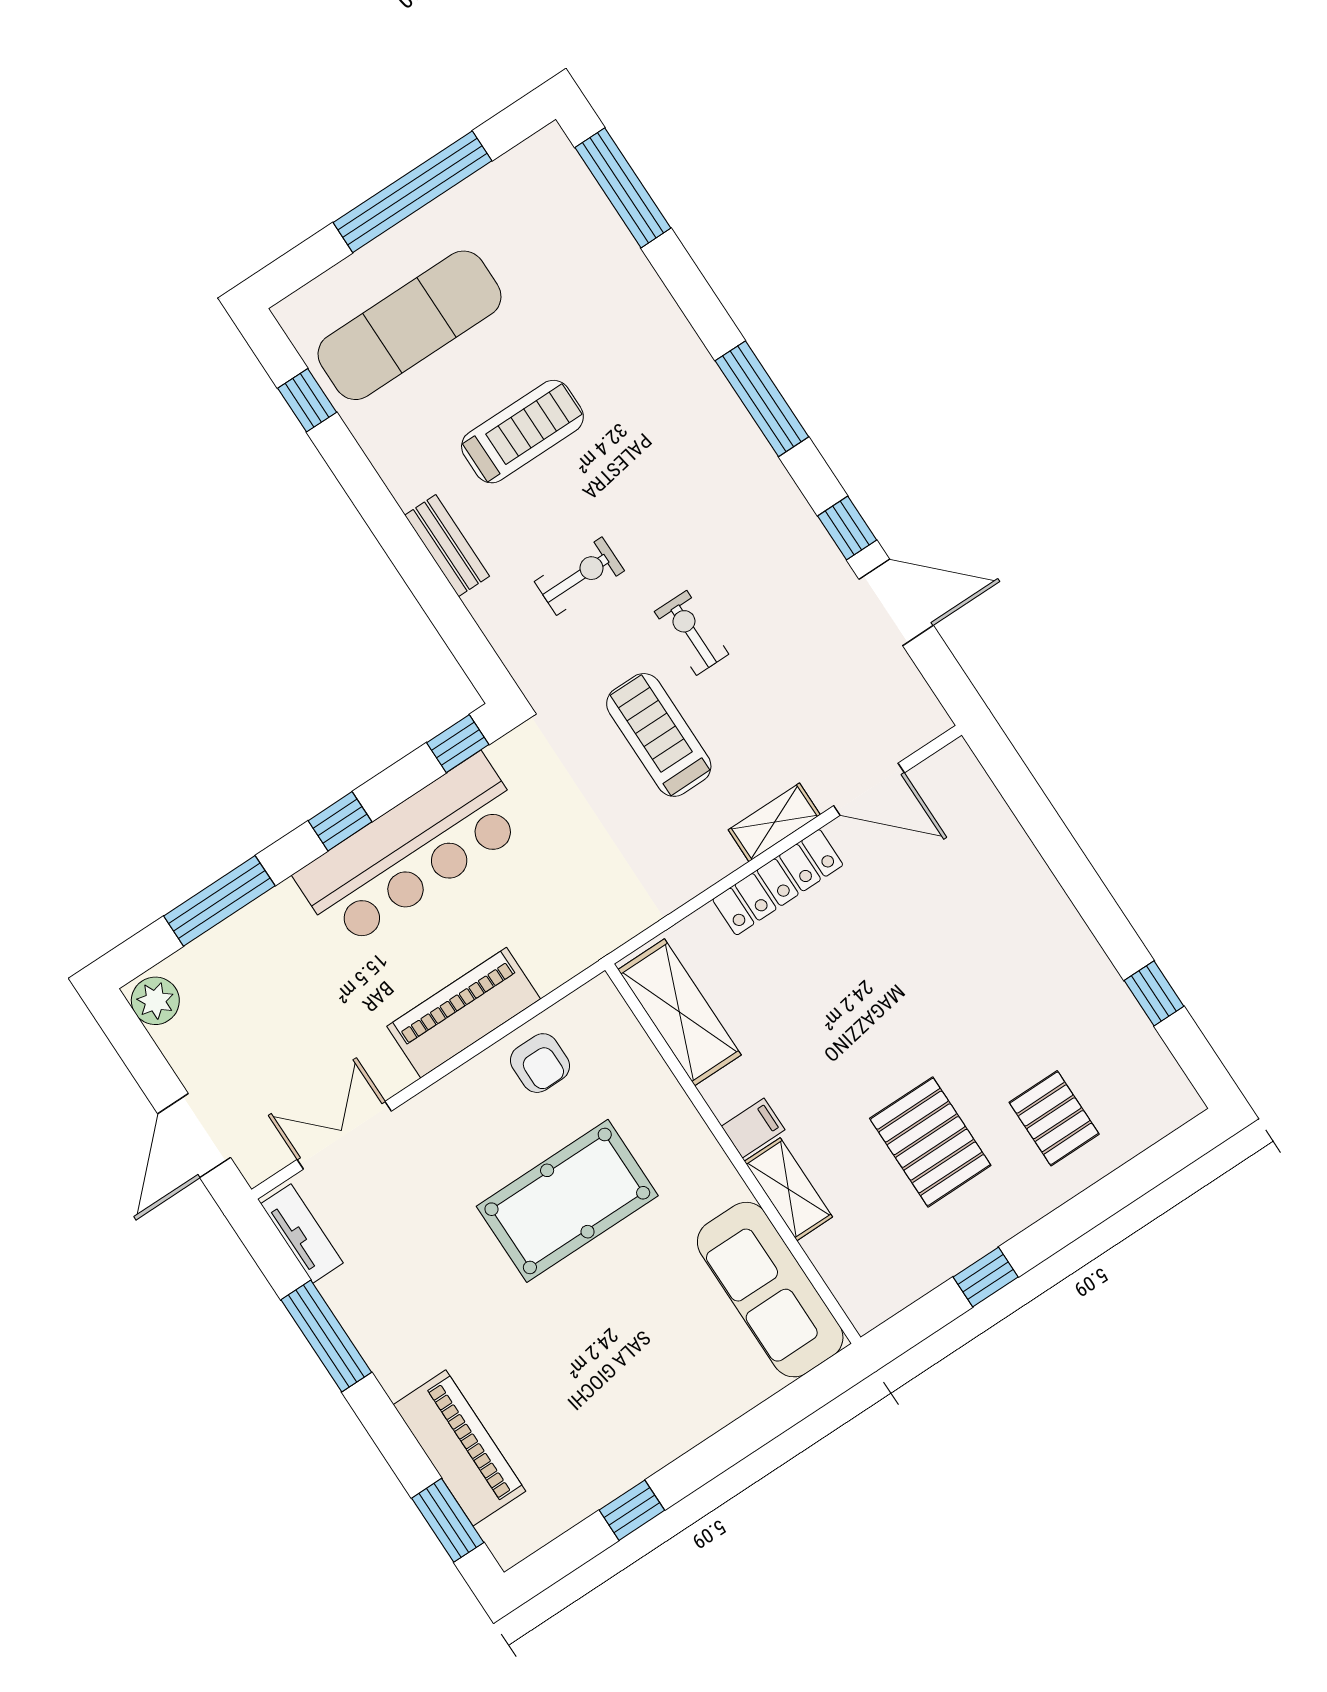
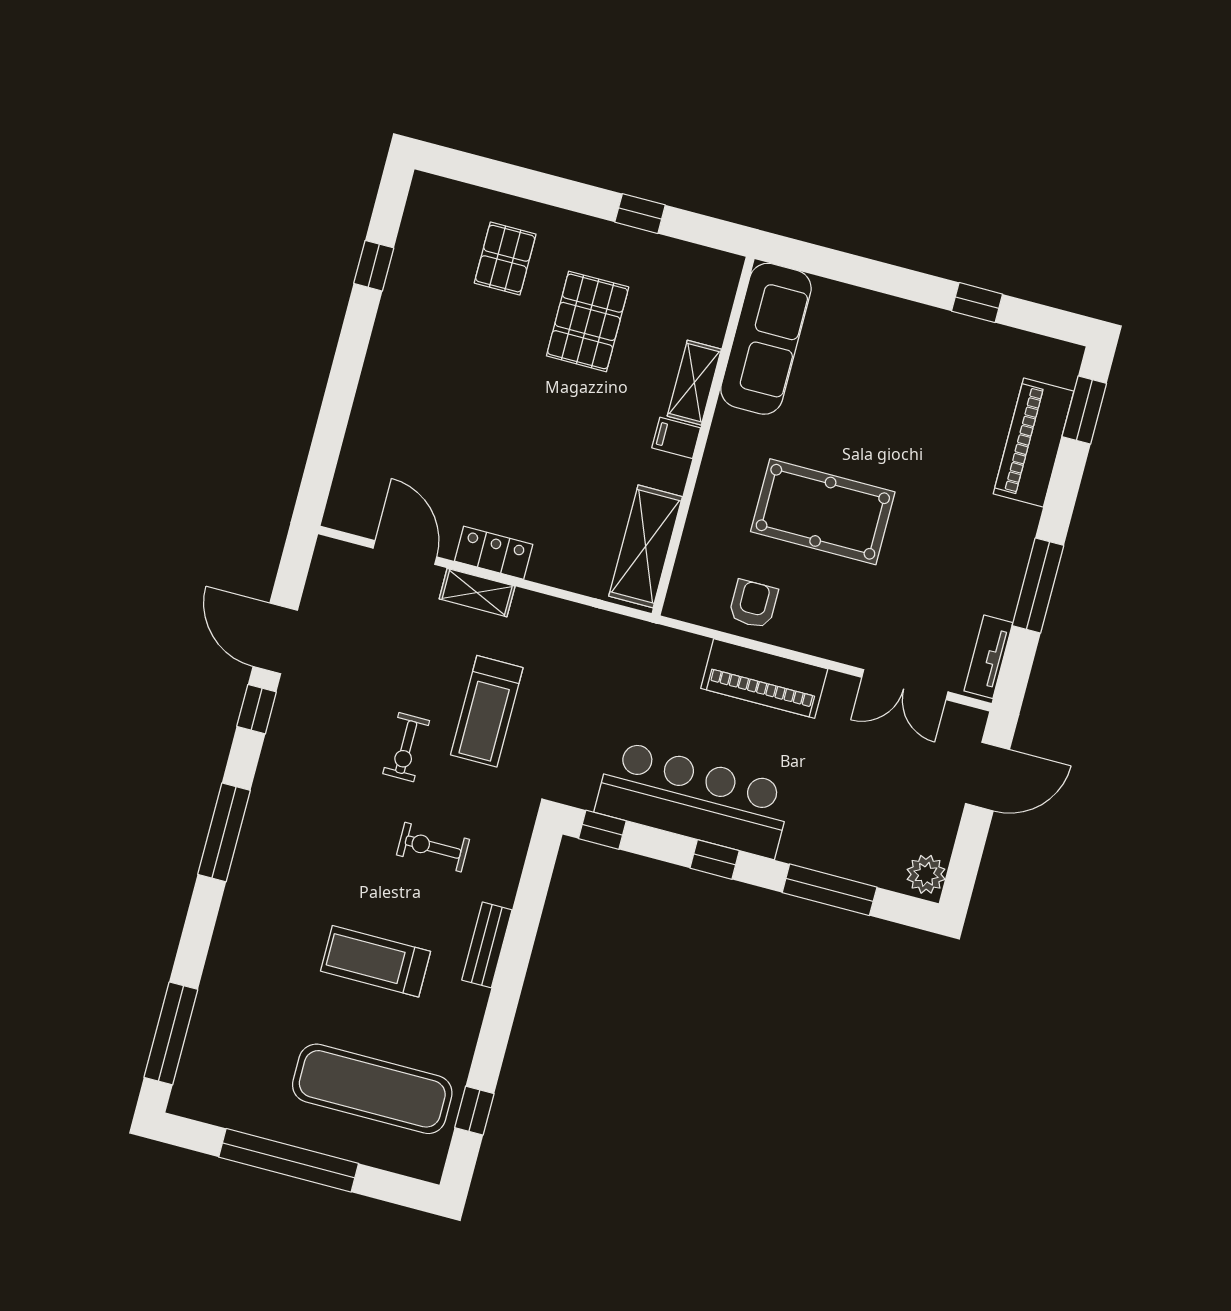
locker: (778, 882) -> (494, 553), width x0.66

